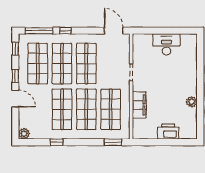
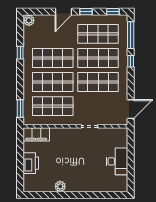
filing cabinet: (139, 105) -> (36, 134), moved

